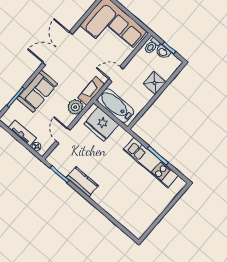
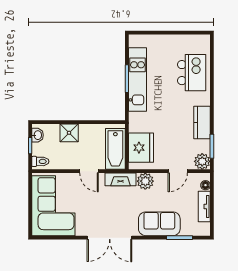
washbasin: (163, 52) -> (37, 135), moved
plant: (55, 158) -> (202, 161), added
kitchen island: (123, 204) -> (192, 73), added

